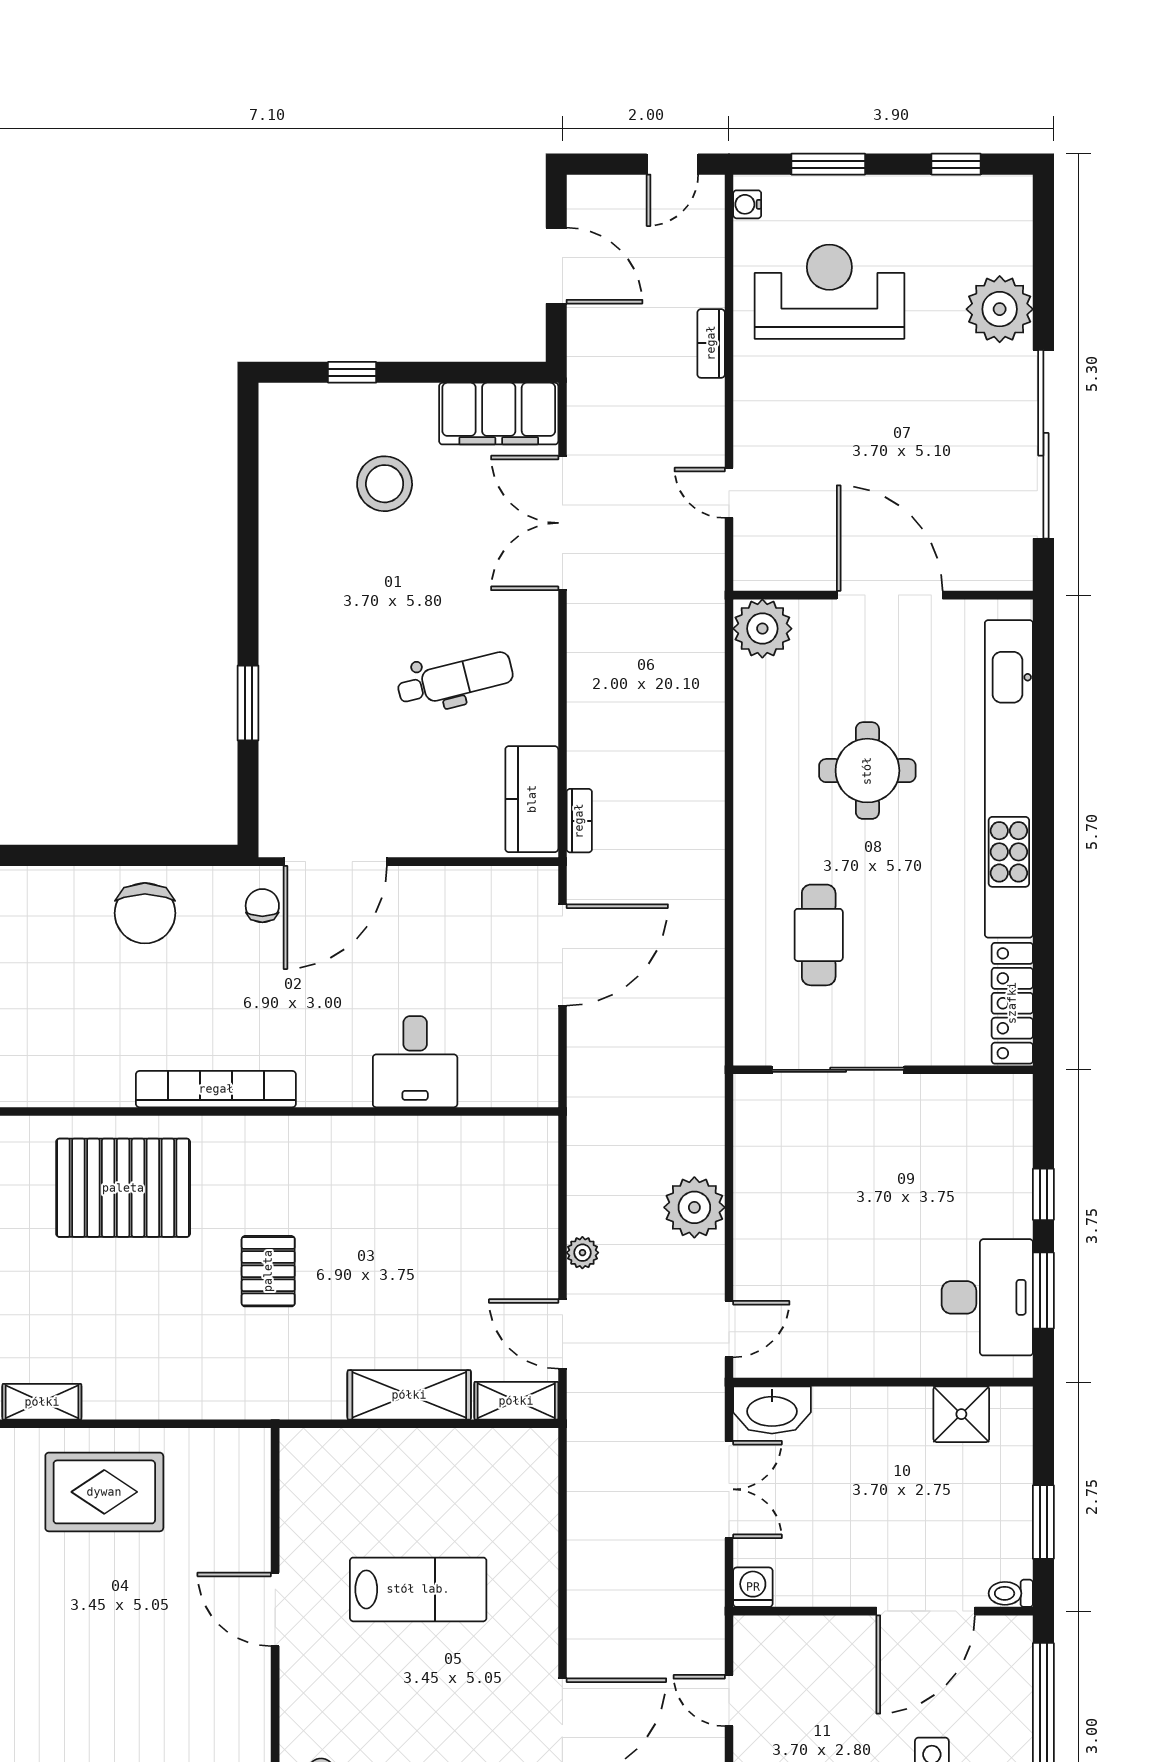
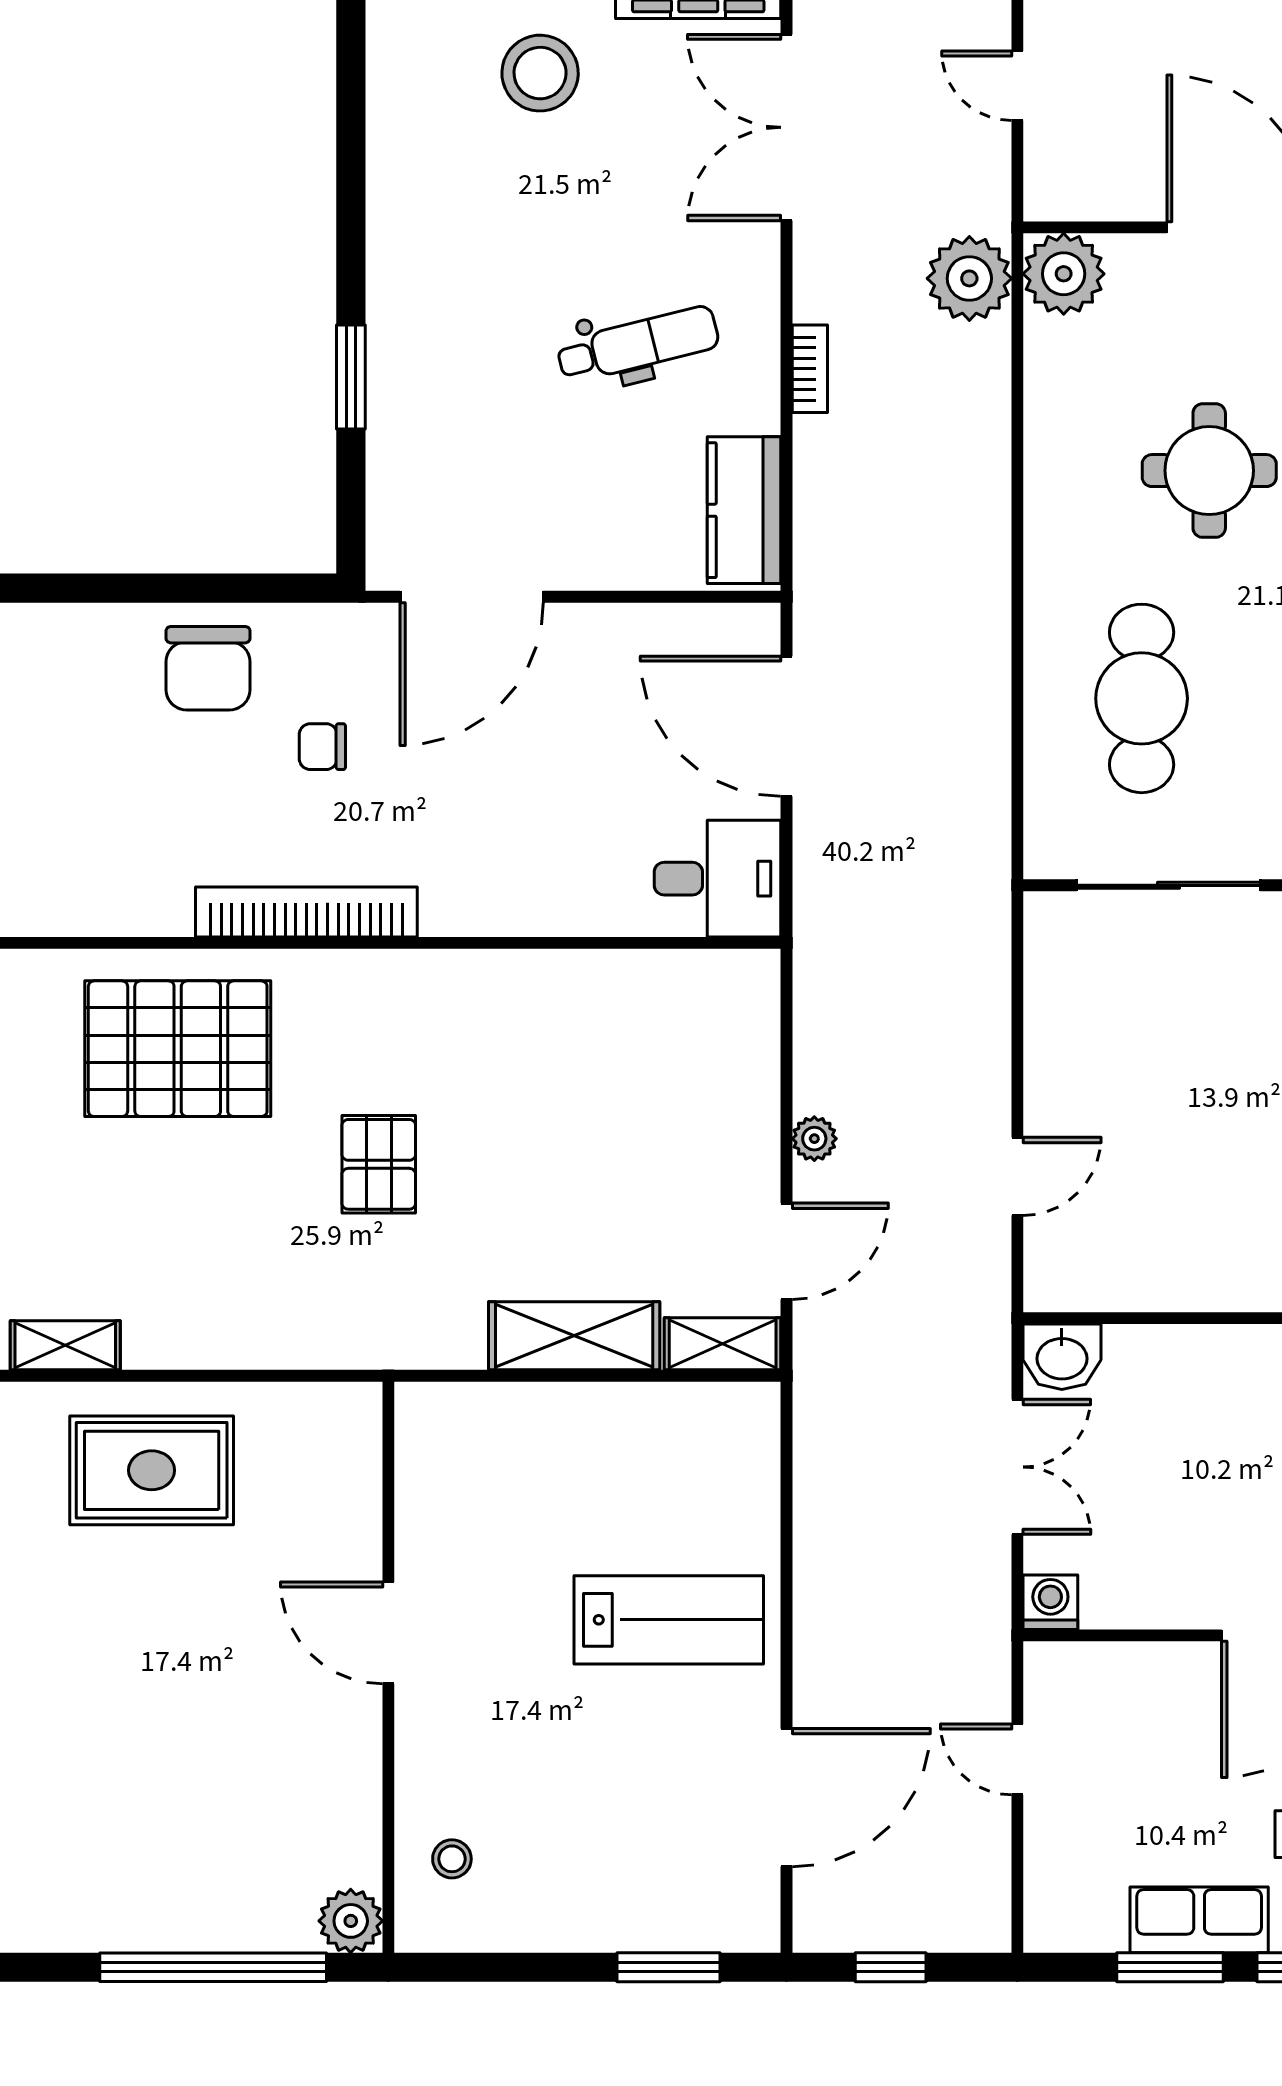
bookcase: (579, 821) -> (810, 369), moved
chair: (262, 906) -> (322, 747), moved, turned -90
cafe table: (819, 935) -> (1142, 698), width x1.37, depth x1.35
door: (562, 955) -> (786, 726), swing flipped
desk: (415, 1062) -> (718, 879), moved, turned -90
plant: (694, 1207) -> (969, 278), moved
door: (729, 1329) -> (1017, 1176), moved
door: (562, 1334) -> (786, 1251), swing flipped
washbasin: (772, 1410) -> (1062, 1357), width x0.72
lab bench: (418, 1589) -> (669, 1620), moved

